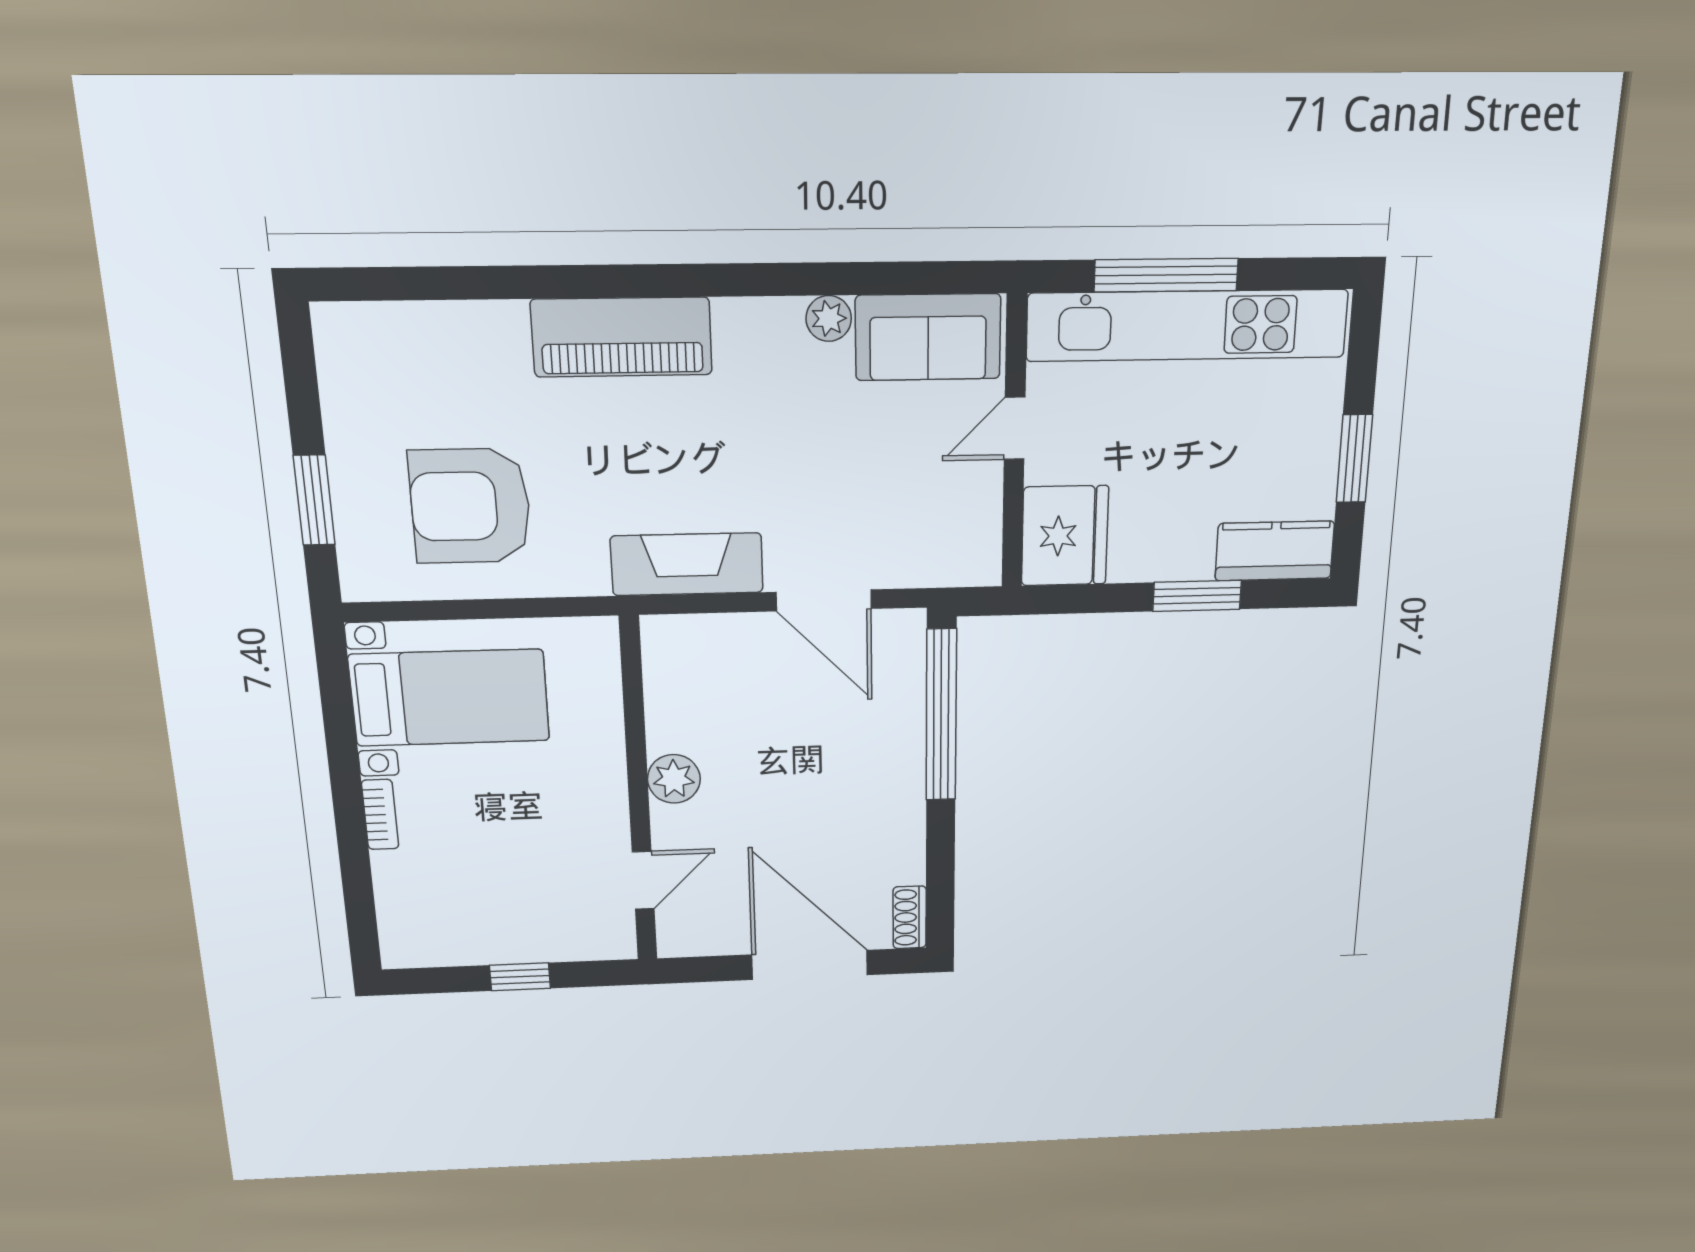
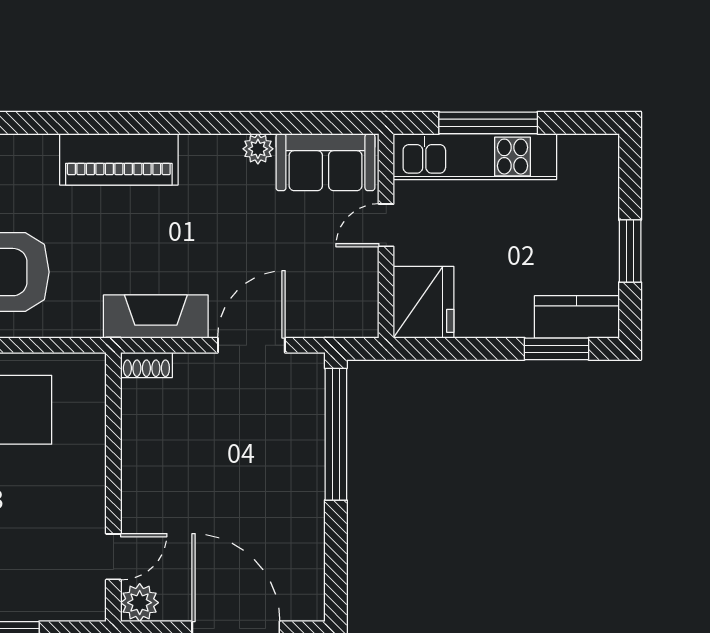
kitchen unit: (1187, 325) -> (475, 157), width x0.73
window: (1197, 596) -> (556, 349), moved
door: (824, 600) -> (251, 345), swing flipped
plant: (674, 779) -> (140, 603), moved
shoe rack: (910, 917) -> (146, 365), moved, turned -90

